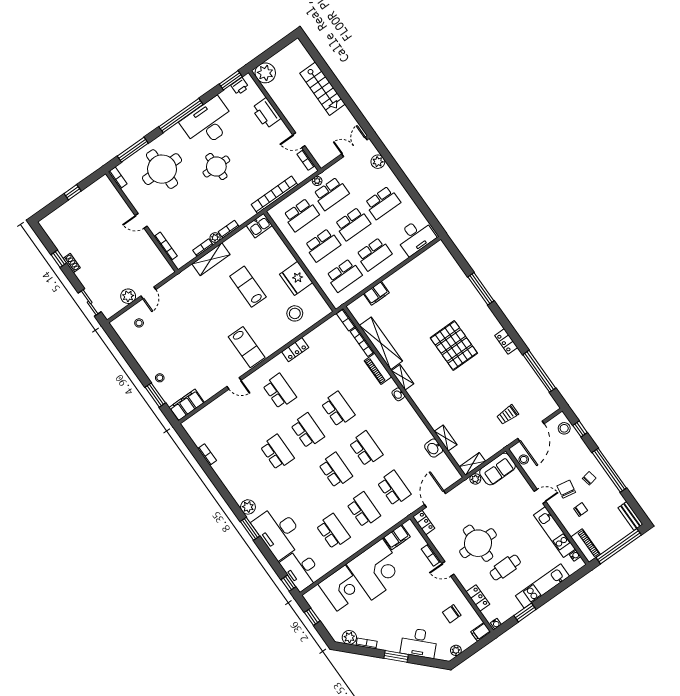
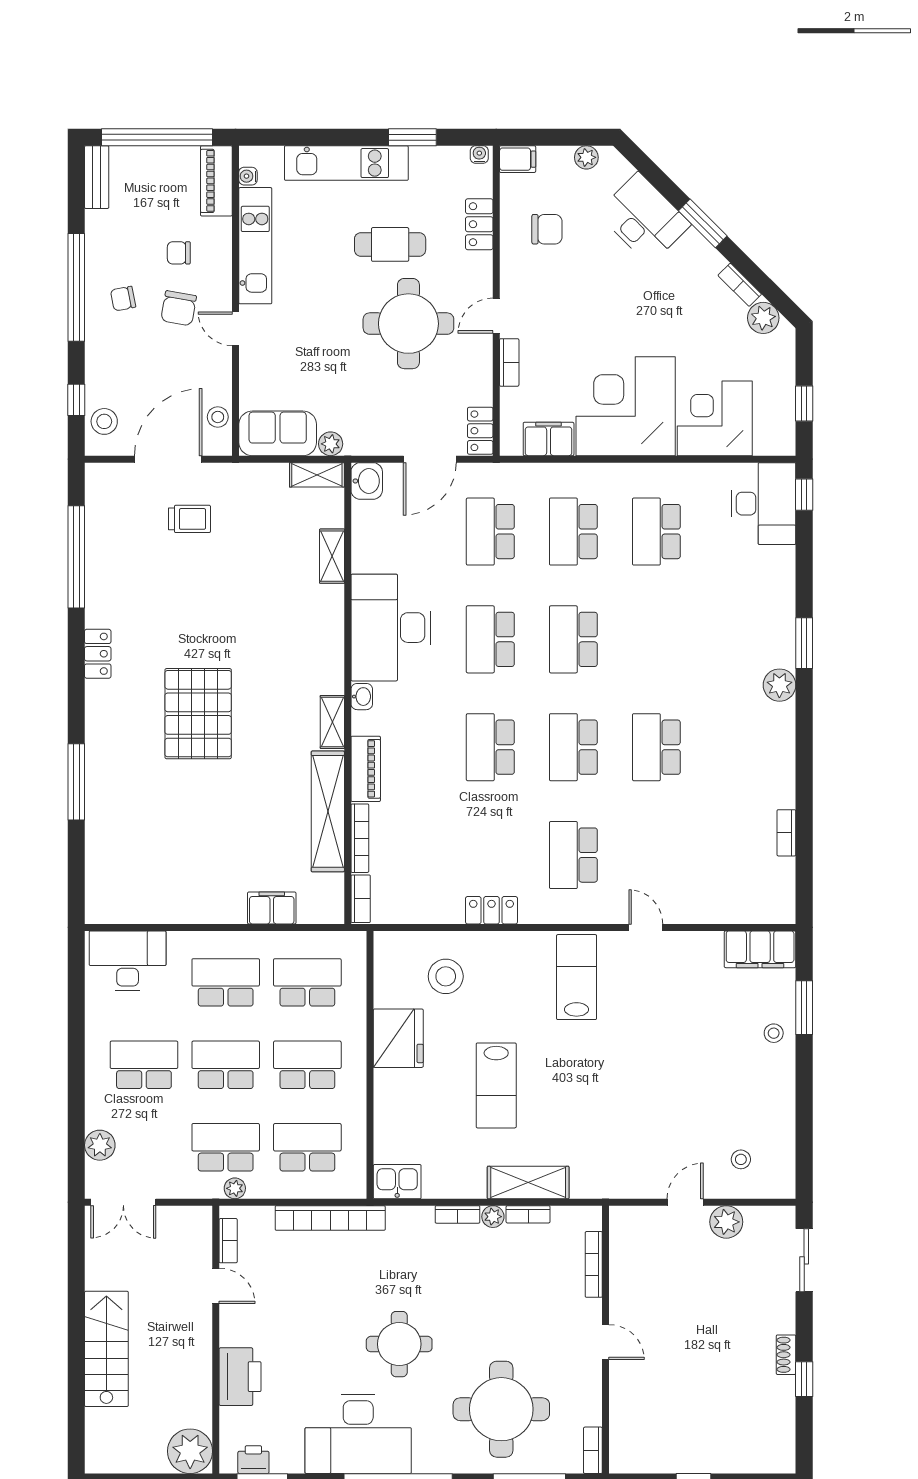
washbasin: (434, 448) -> (367, 481), moved
desk: (279, 532) -> (391, 628), moved, turned 180
door: (448, 569) -> (496, 316), swing flipped

